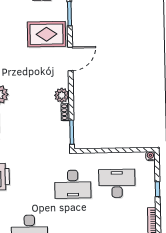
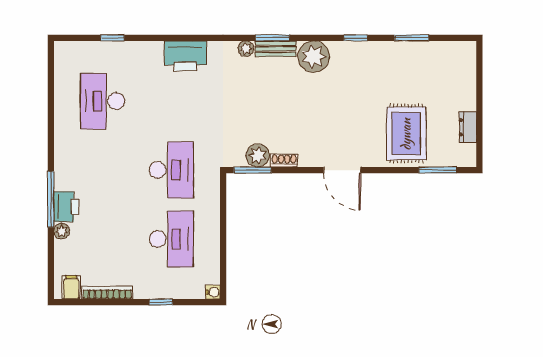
door: (70, 59) -> (342, 170), moved
plant: (62, 95) -> (258, 155), moved
desk: (73, 184) -> (171, 170), turned 180

